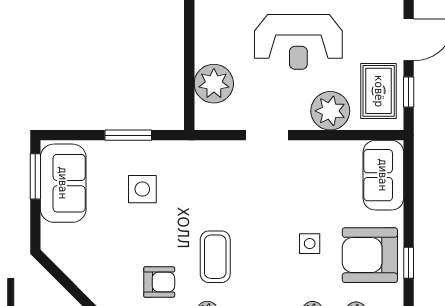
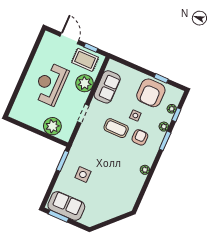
reception desk: (298, 42) -> (50, 84), turned 180
window: (128, 135) -> (63, 161), moved
sofa: (383, 175) -> (107, 87), moved, turned -90
coffee table: (215, 257) -> (116, 128), moved
armchair: (159, 282) -> (140, 137), moved

